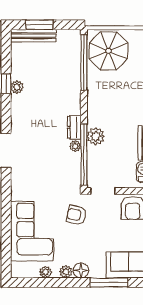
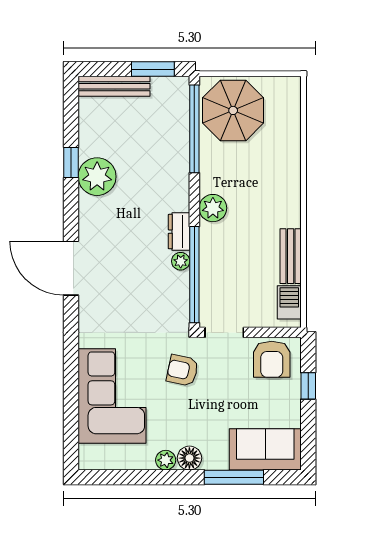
window: (39, 25) -> (153, 69), moved
plant: (17, 87) -> (97, 177), width x1.87, depth x1.87
plant: (96, 136) -> (213, 208), moved
plant: (45, 272) -> (133, 461), removed

